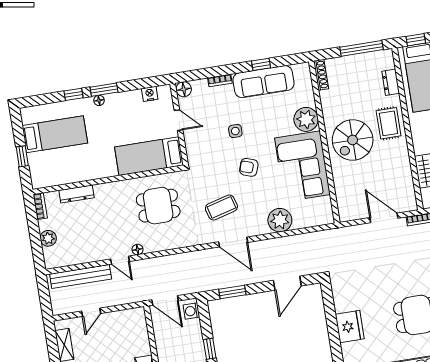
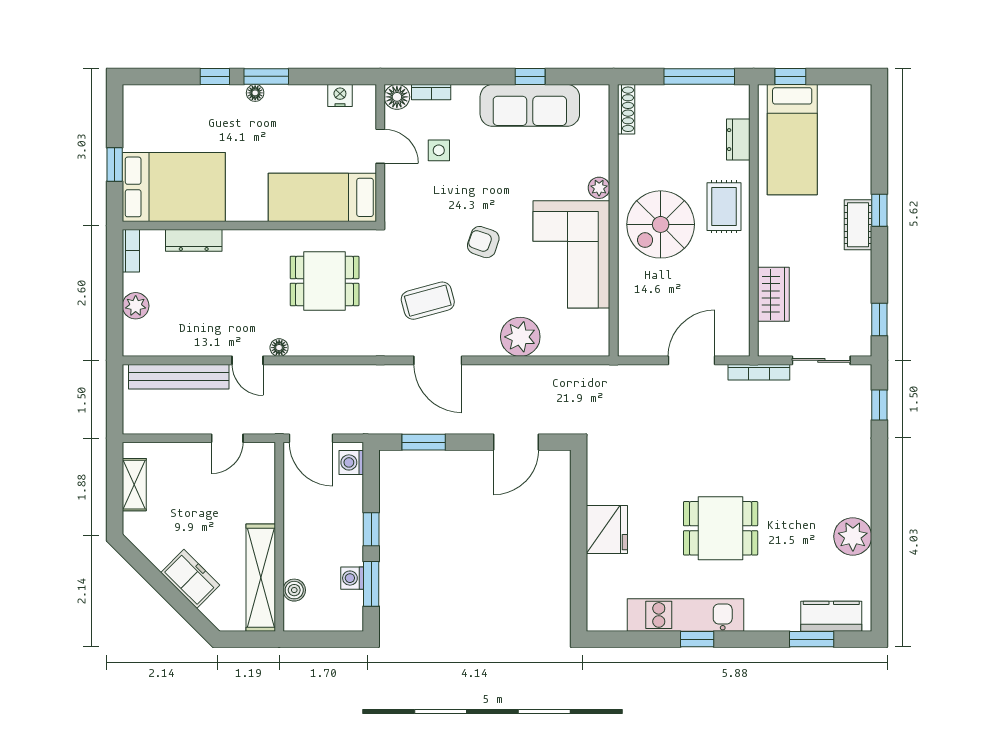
bookcase: (220, 80) -> (431, 92), moved
plant: (306, 119) -> (599, 188), width x0.53, depth x0.53
side table: (235, 131) -> (439, 150), moved
bed: (55, 134) -> (174, 187), moved, width x1.50
door: (384, 218) -> (691, 360), hinge flipped
door: (91, 312) -> (227, 438), moved

